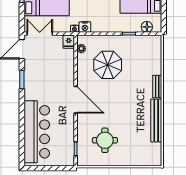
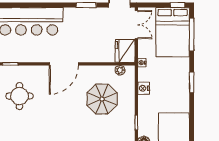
nightstand: (85, 27) -> (144, 88), moved
fridge: (69, 42) -> (125, 51), width x1.88, depth x1.34

